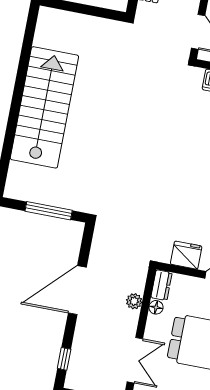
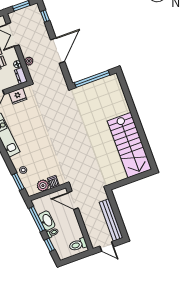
stairs: (44, 107) -> (130, 145), moved
window: (49, 211) -> (92, 79), width x1.46

